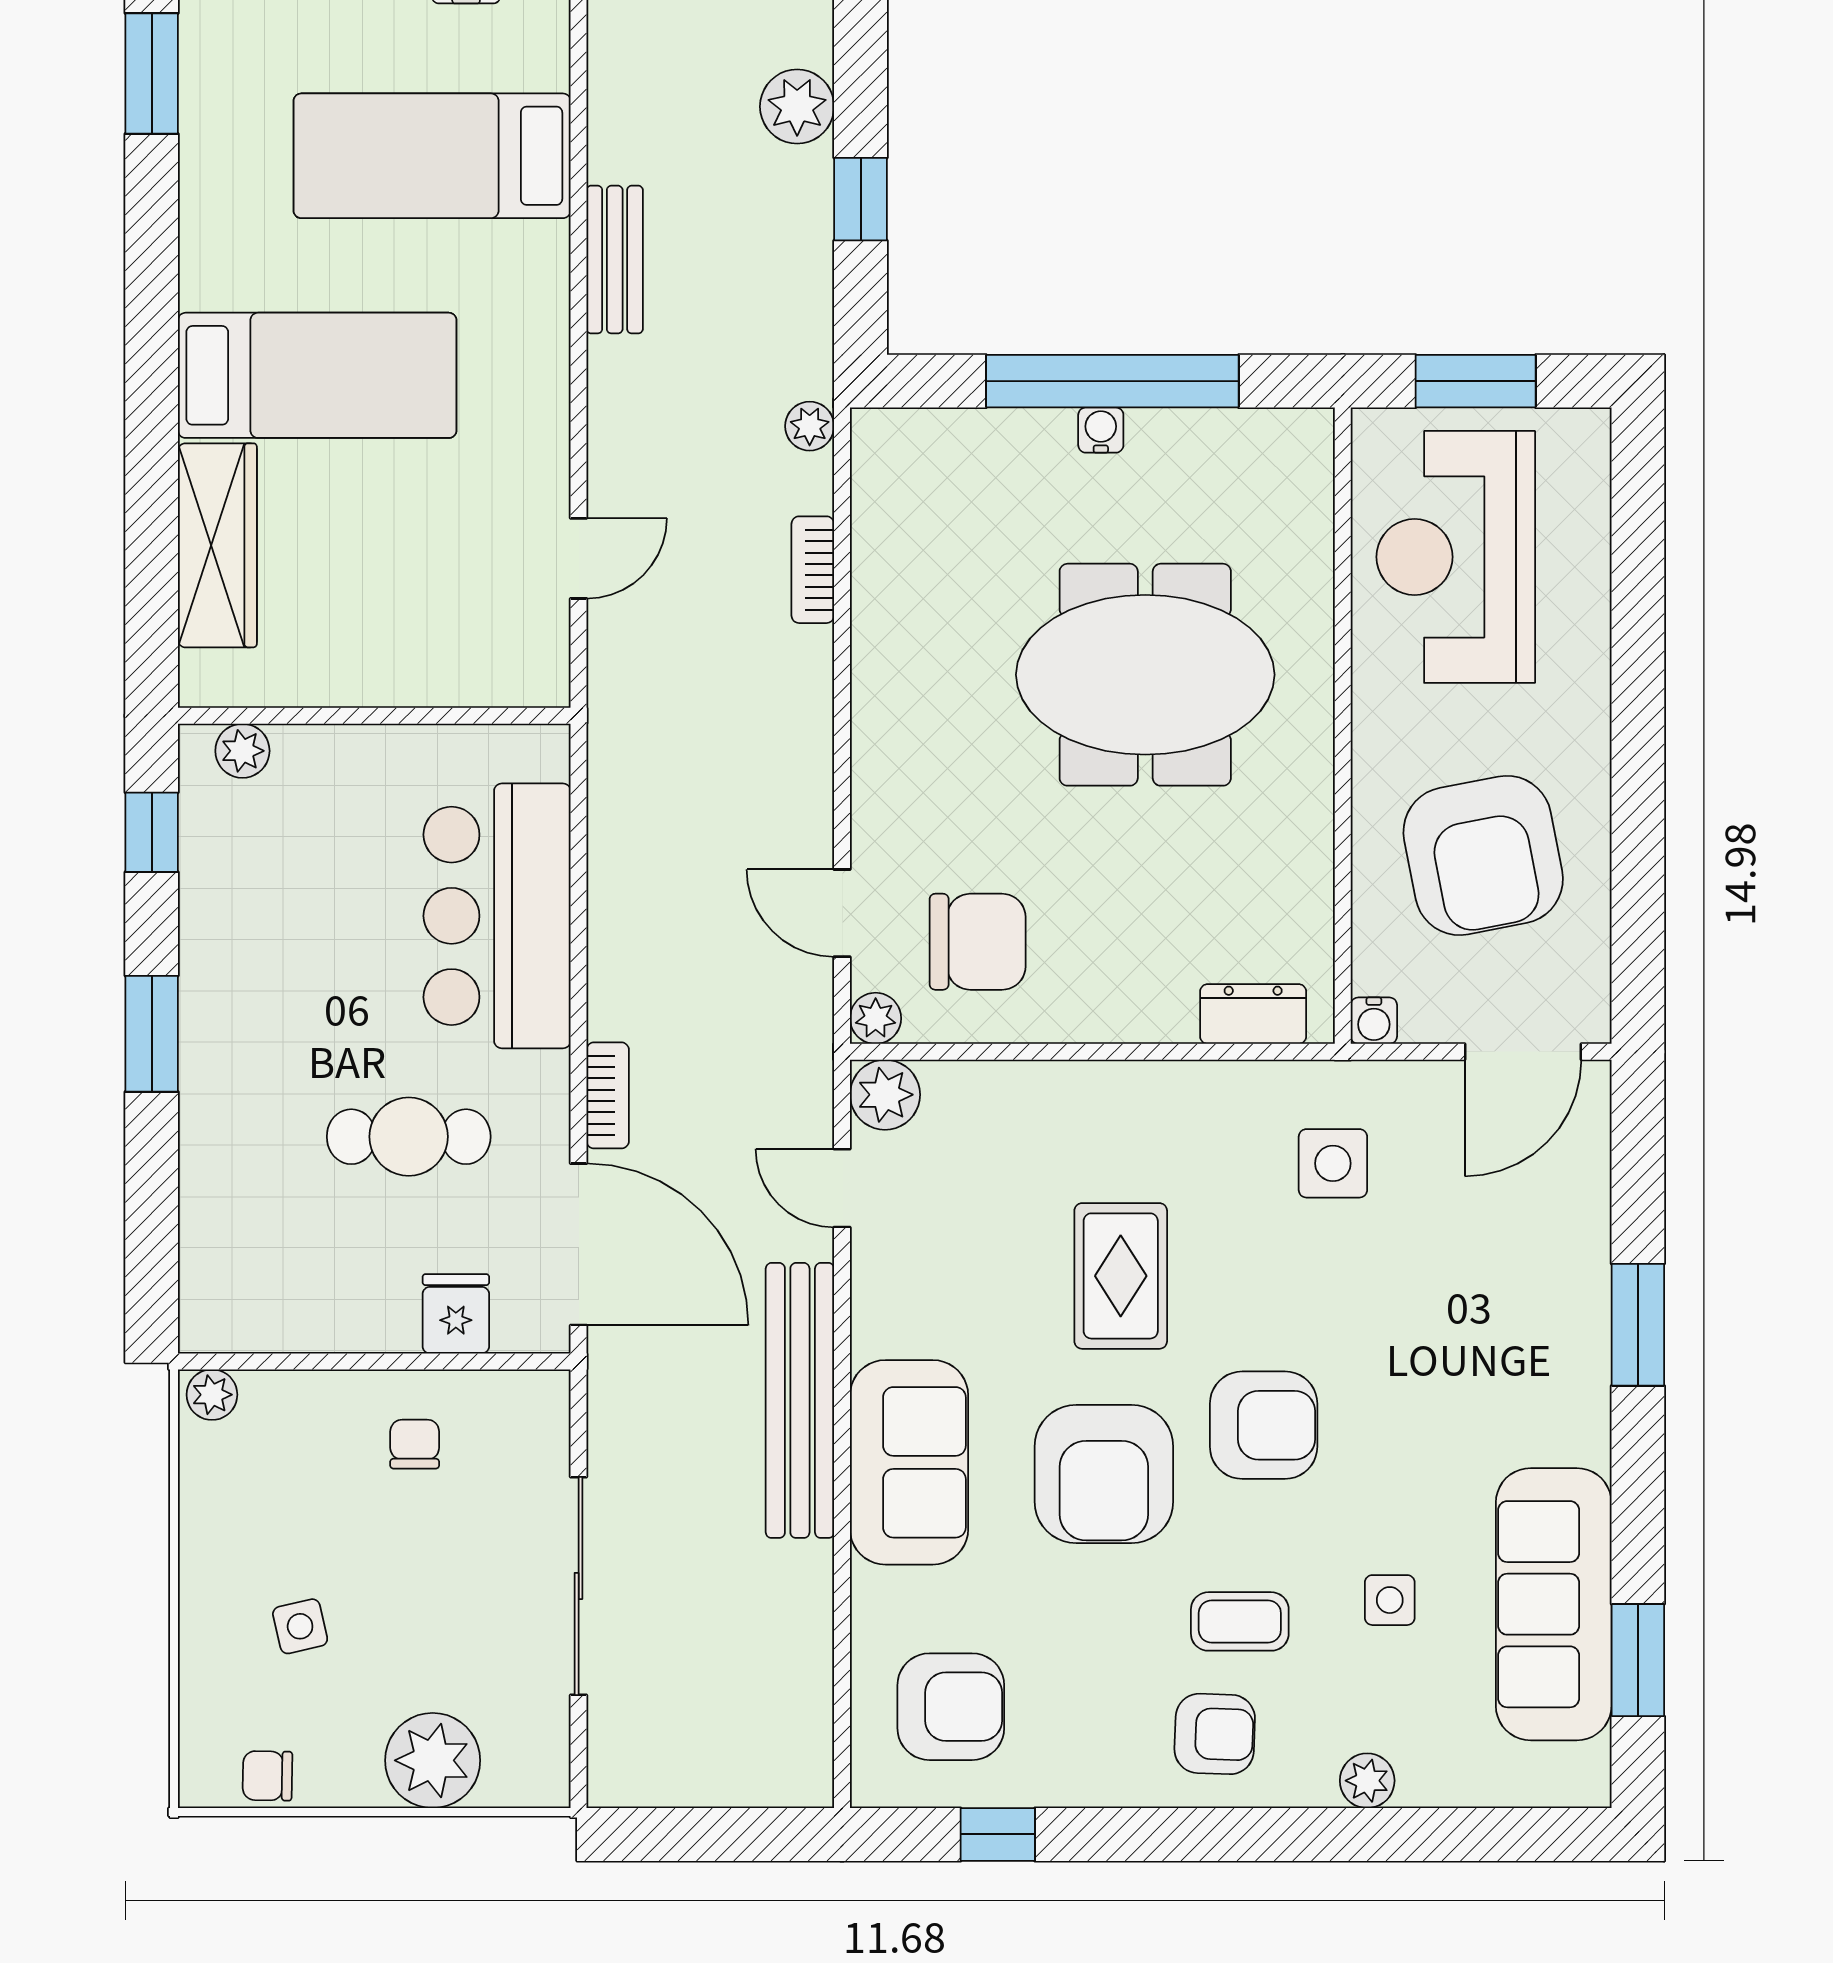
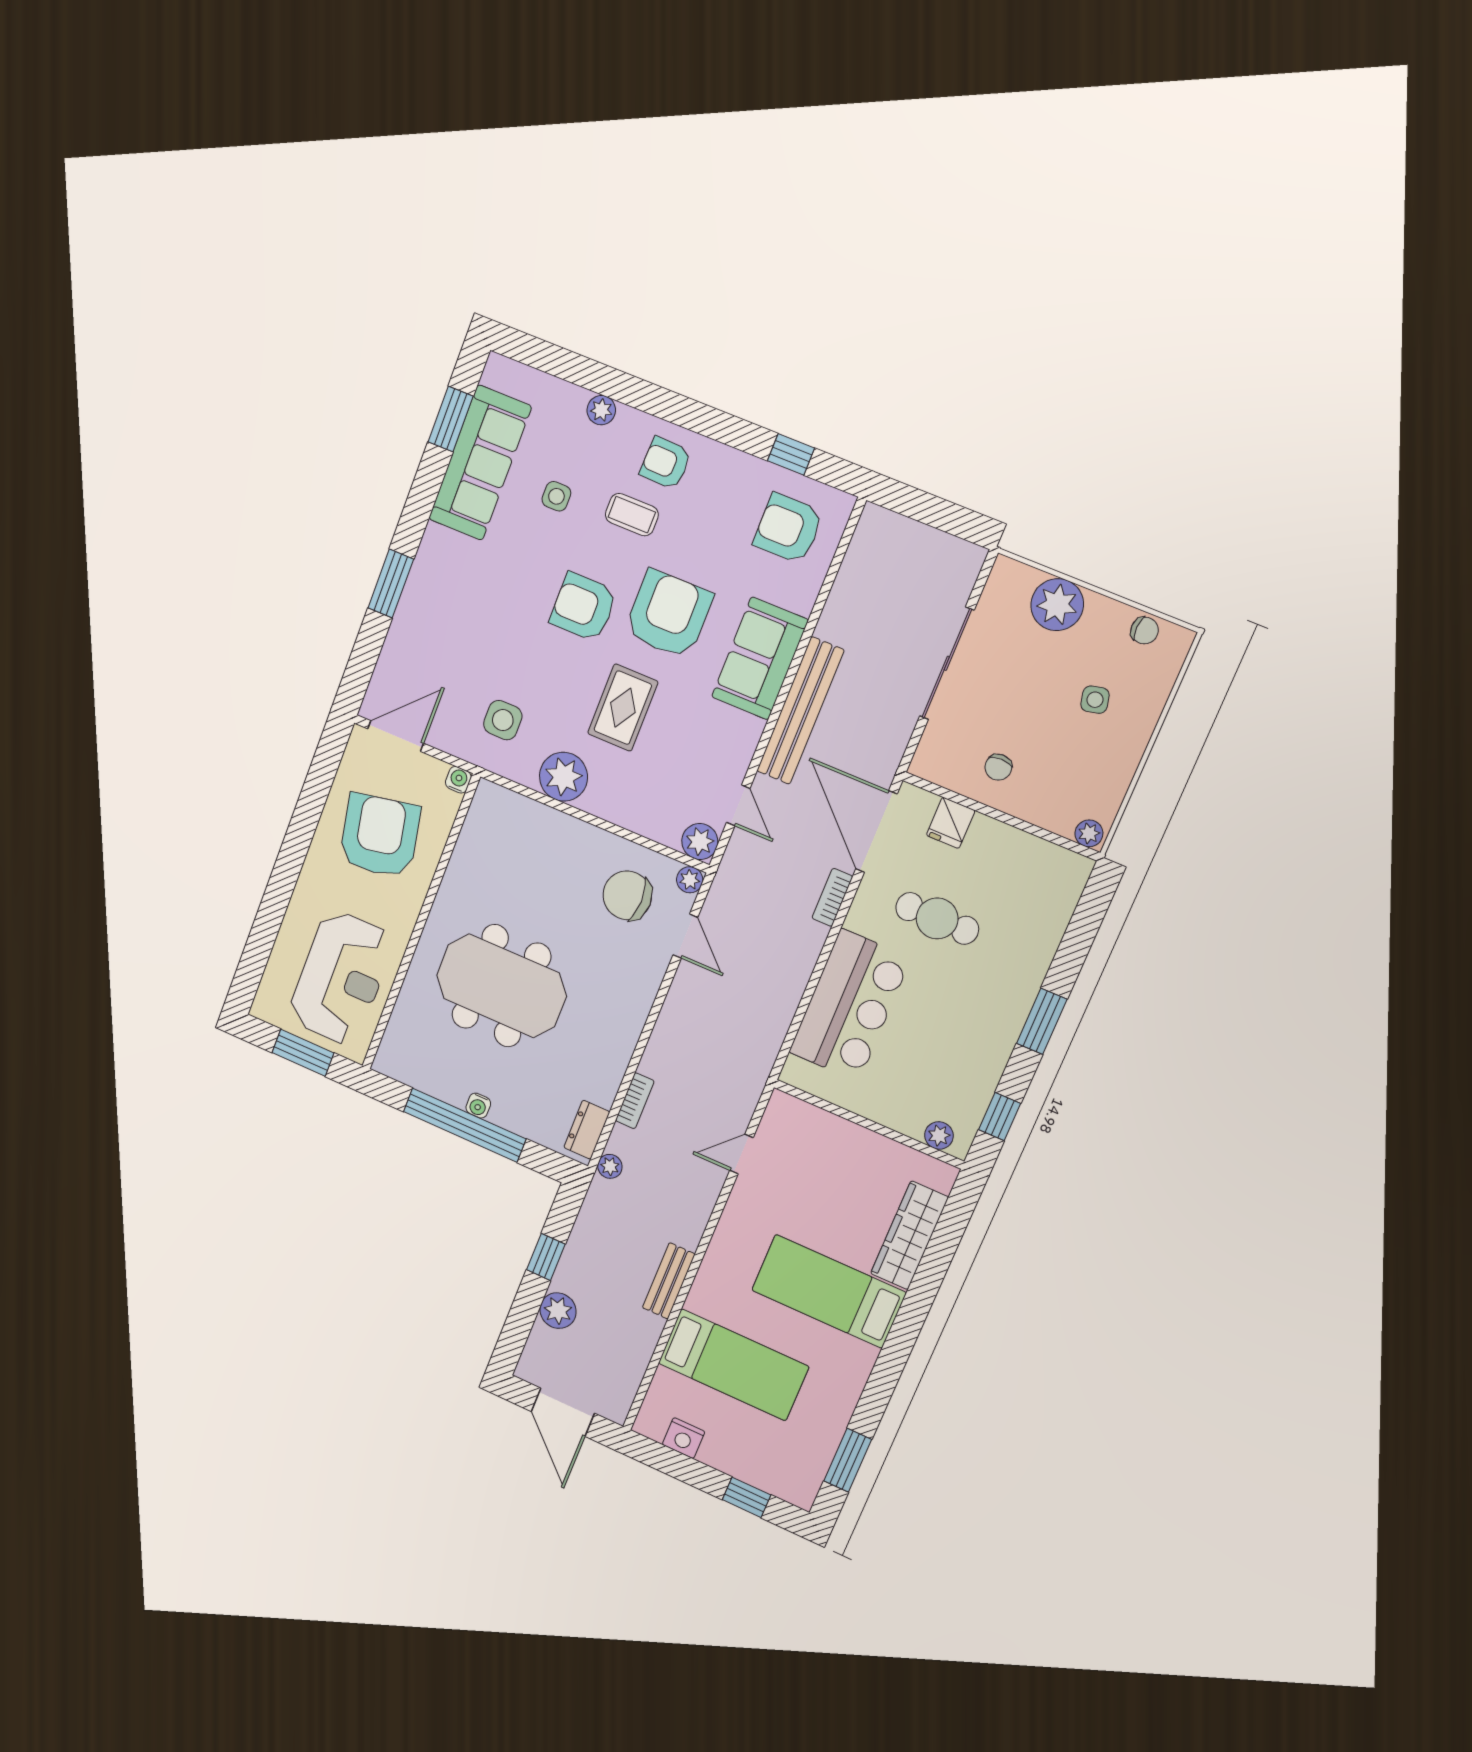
dresser: (1253, 1014) -> (587, 1130), moved, turned 90
plant: (1180, 1107) -> (564, 777), added

